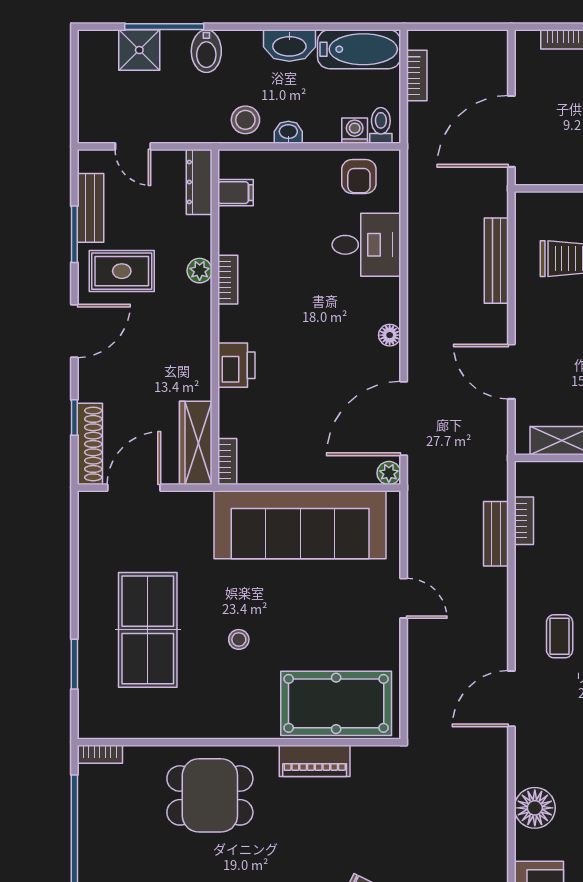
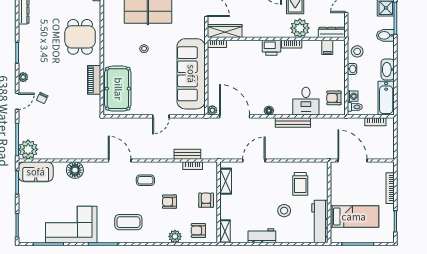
bench: (496, 261) -> (293, 122), moved
plant: (200, 271) -> (300, 28), width x1.88, depth x1.88
printer: (236, 365) -> (271, 48), moved

